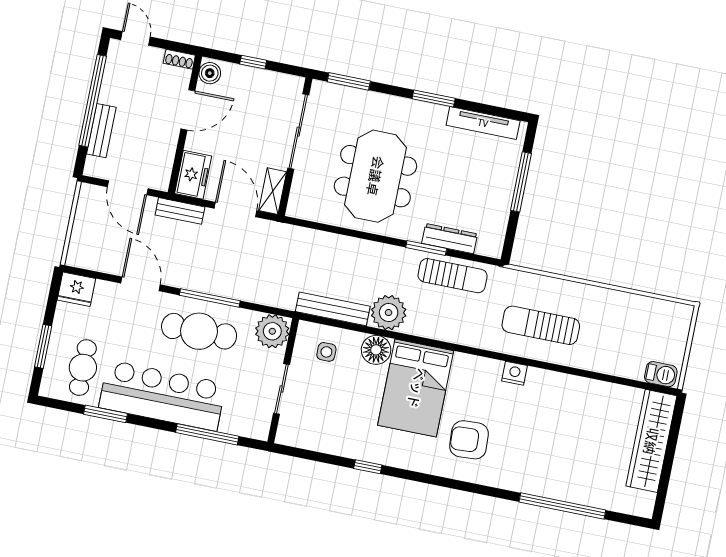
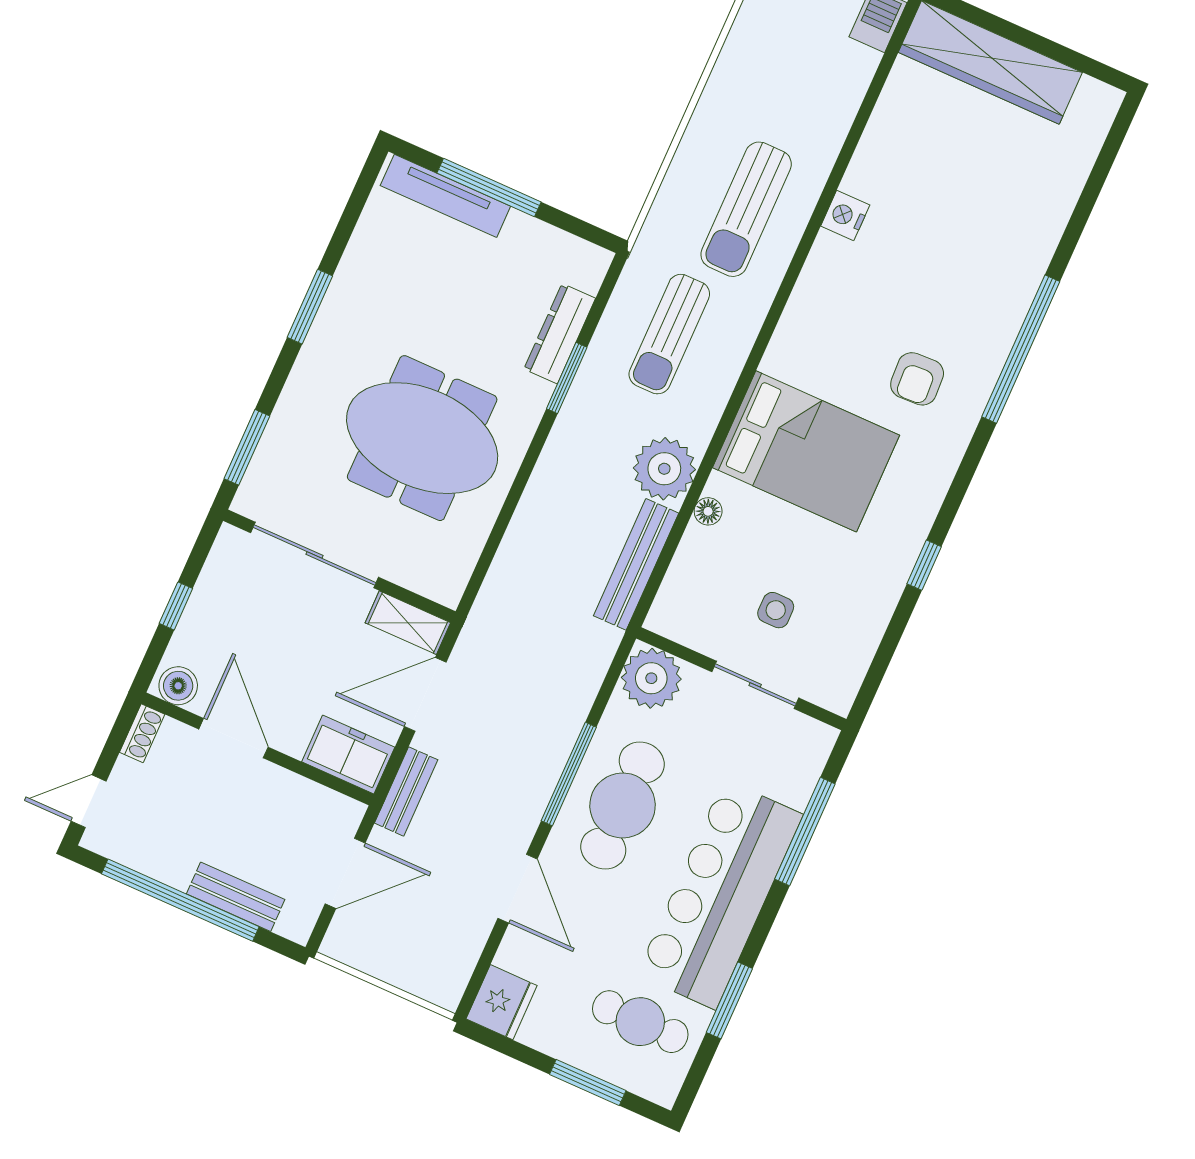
tv unit: (483, 123) -> (445, 196), moved, turned 90
sun lounger: (453, 276) -> (669, 334), moved, turned 180
door: (141, 284) -> (517, 889), swing flipped
floor lamp: (376, 350) -> (708, 511), width x0.53, depth x0.53
side table: (326, 352) -> (776, 610), moved
nightstand: (515, 373) -> (845, 216), moved
armchair: (469, 440) -> (917, 379), width x0.72, depth x0.72
window: (562, 506) -> (1021, 349), moved

